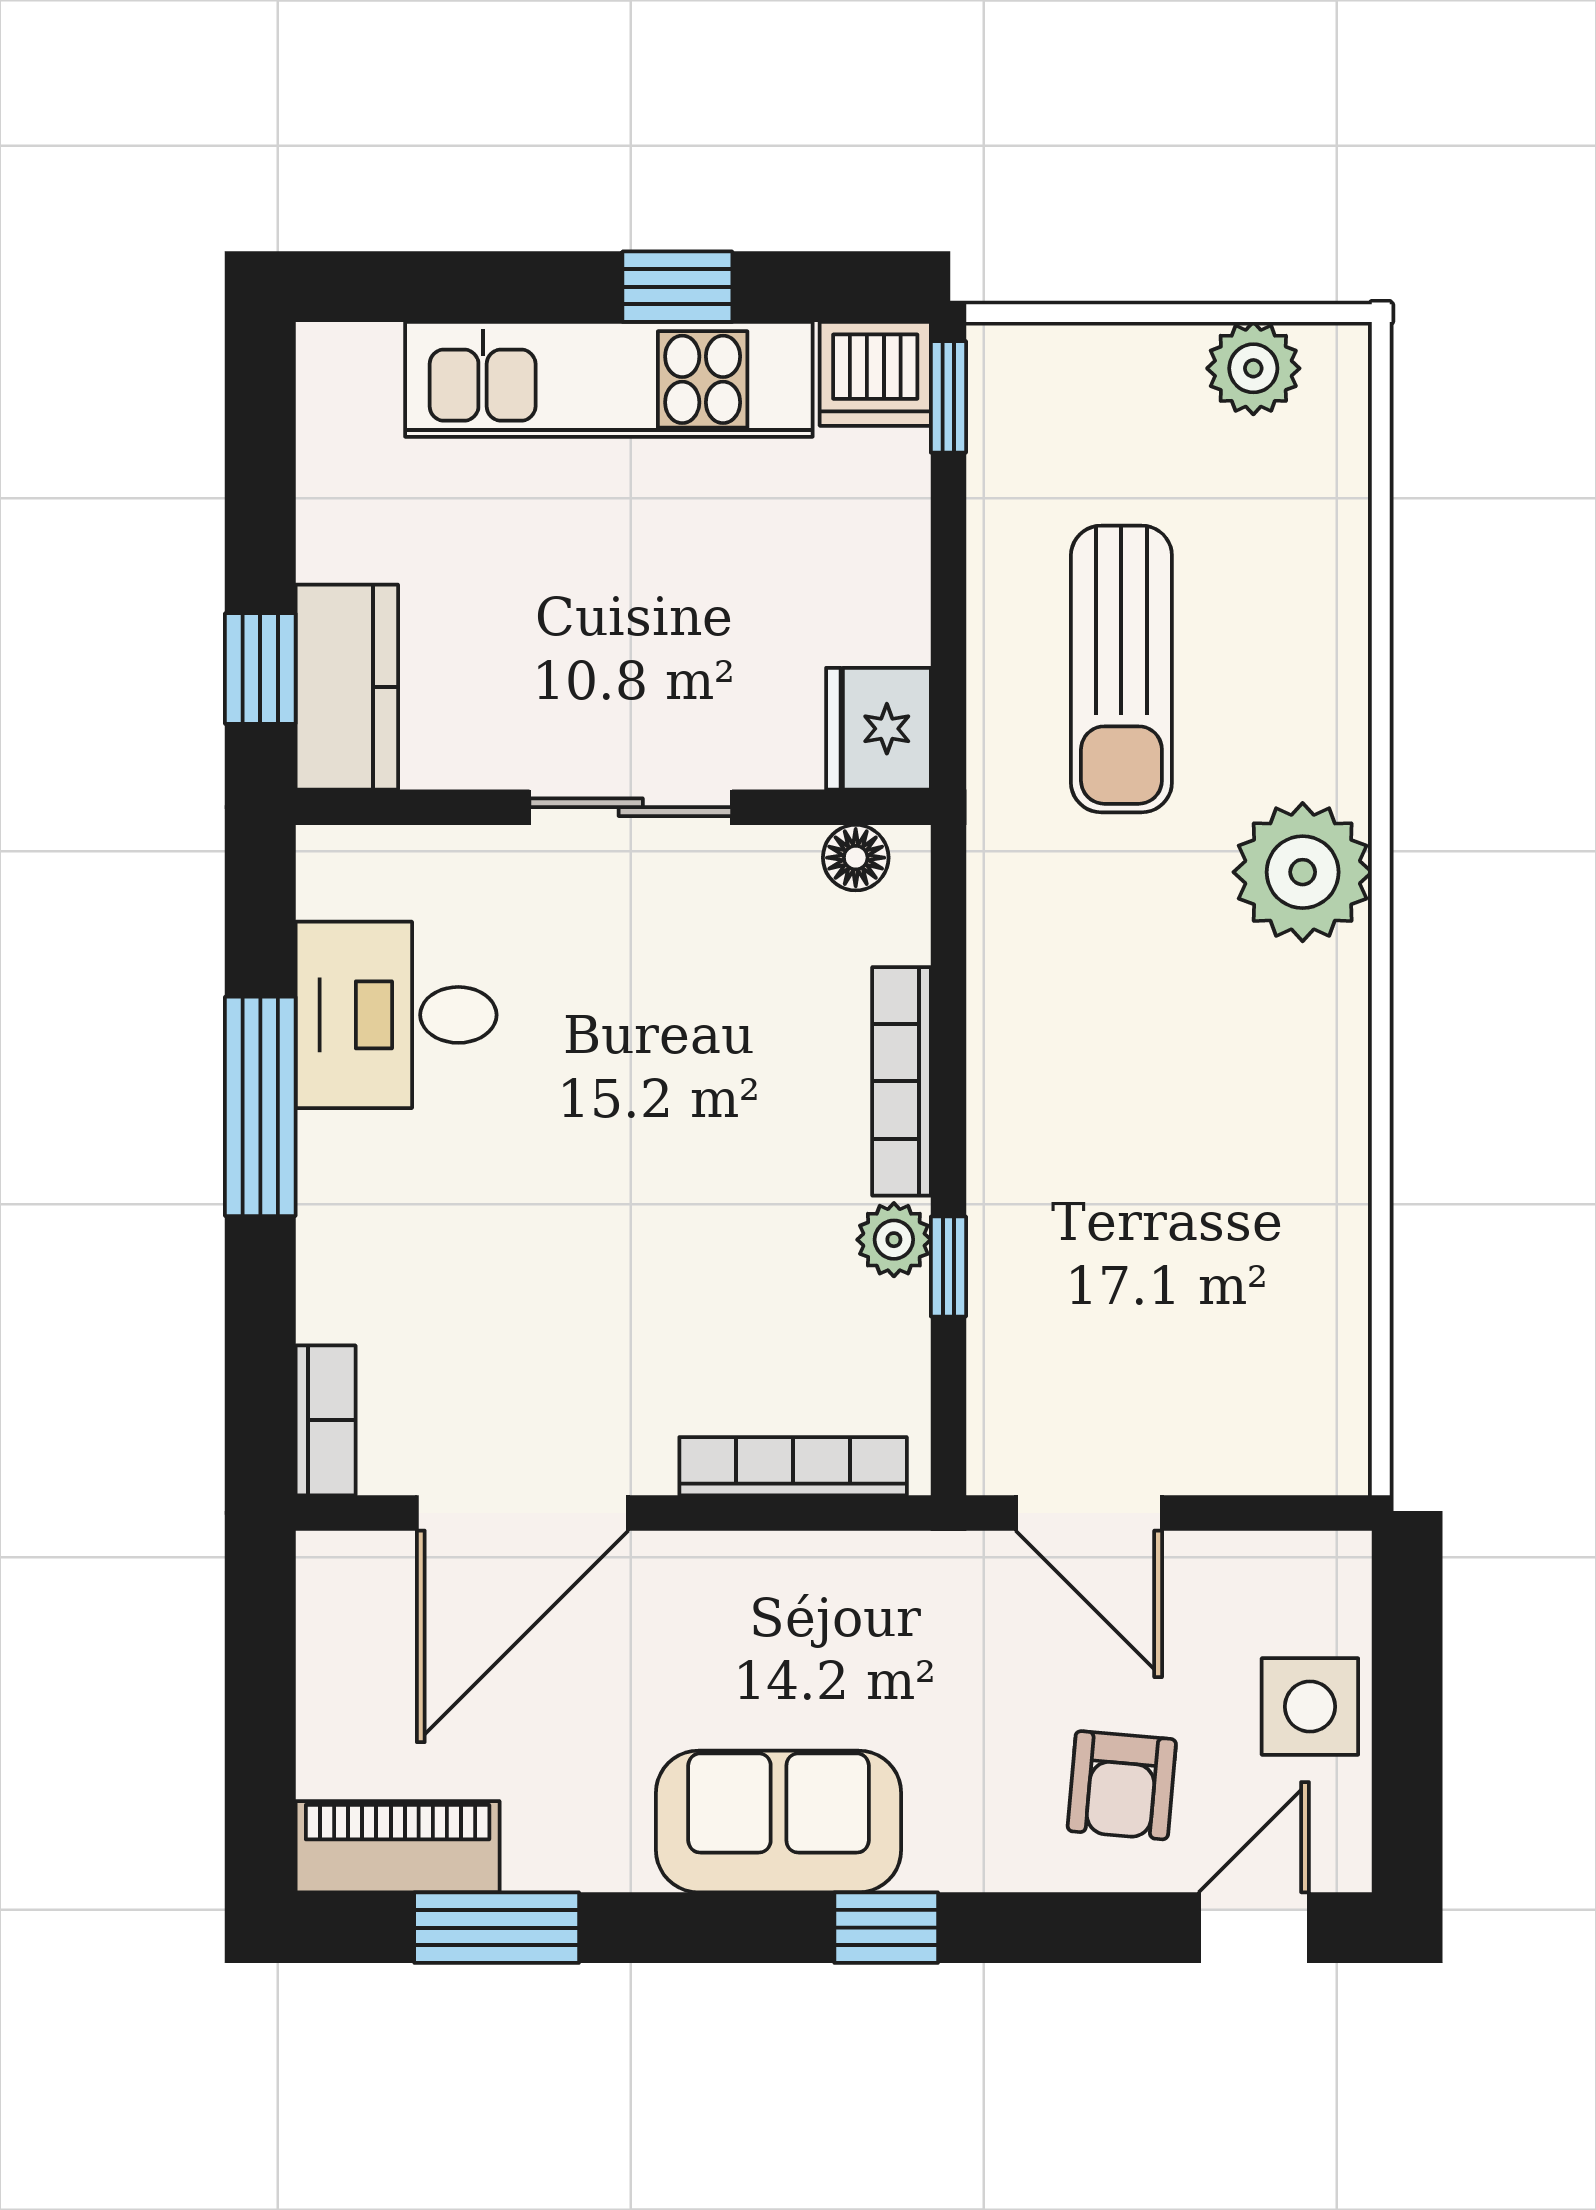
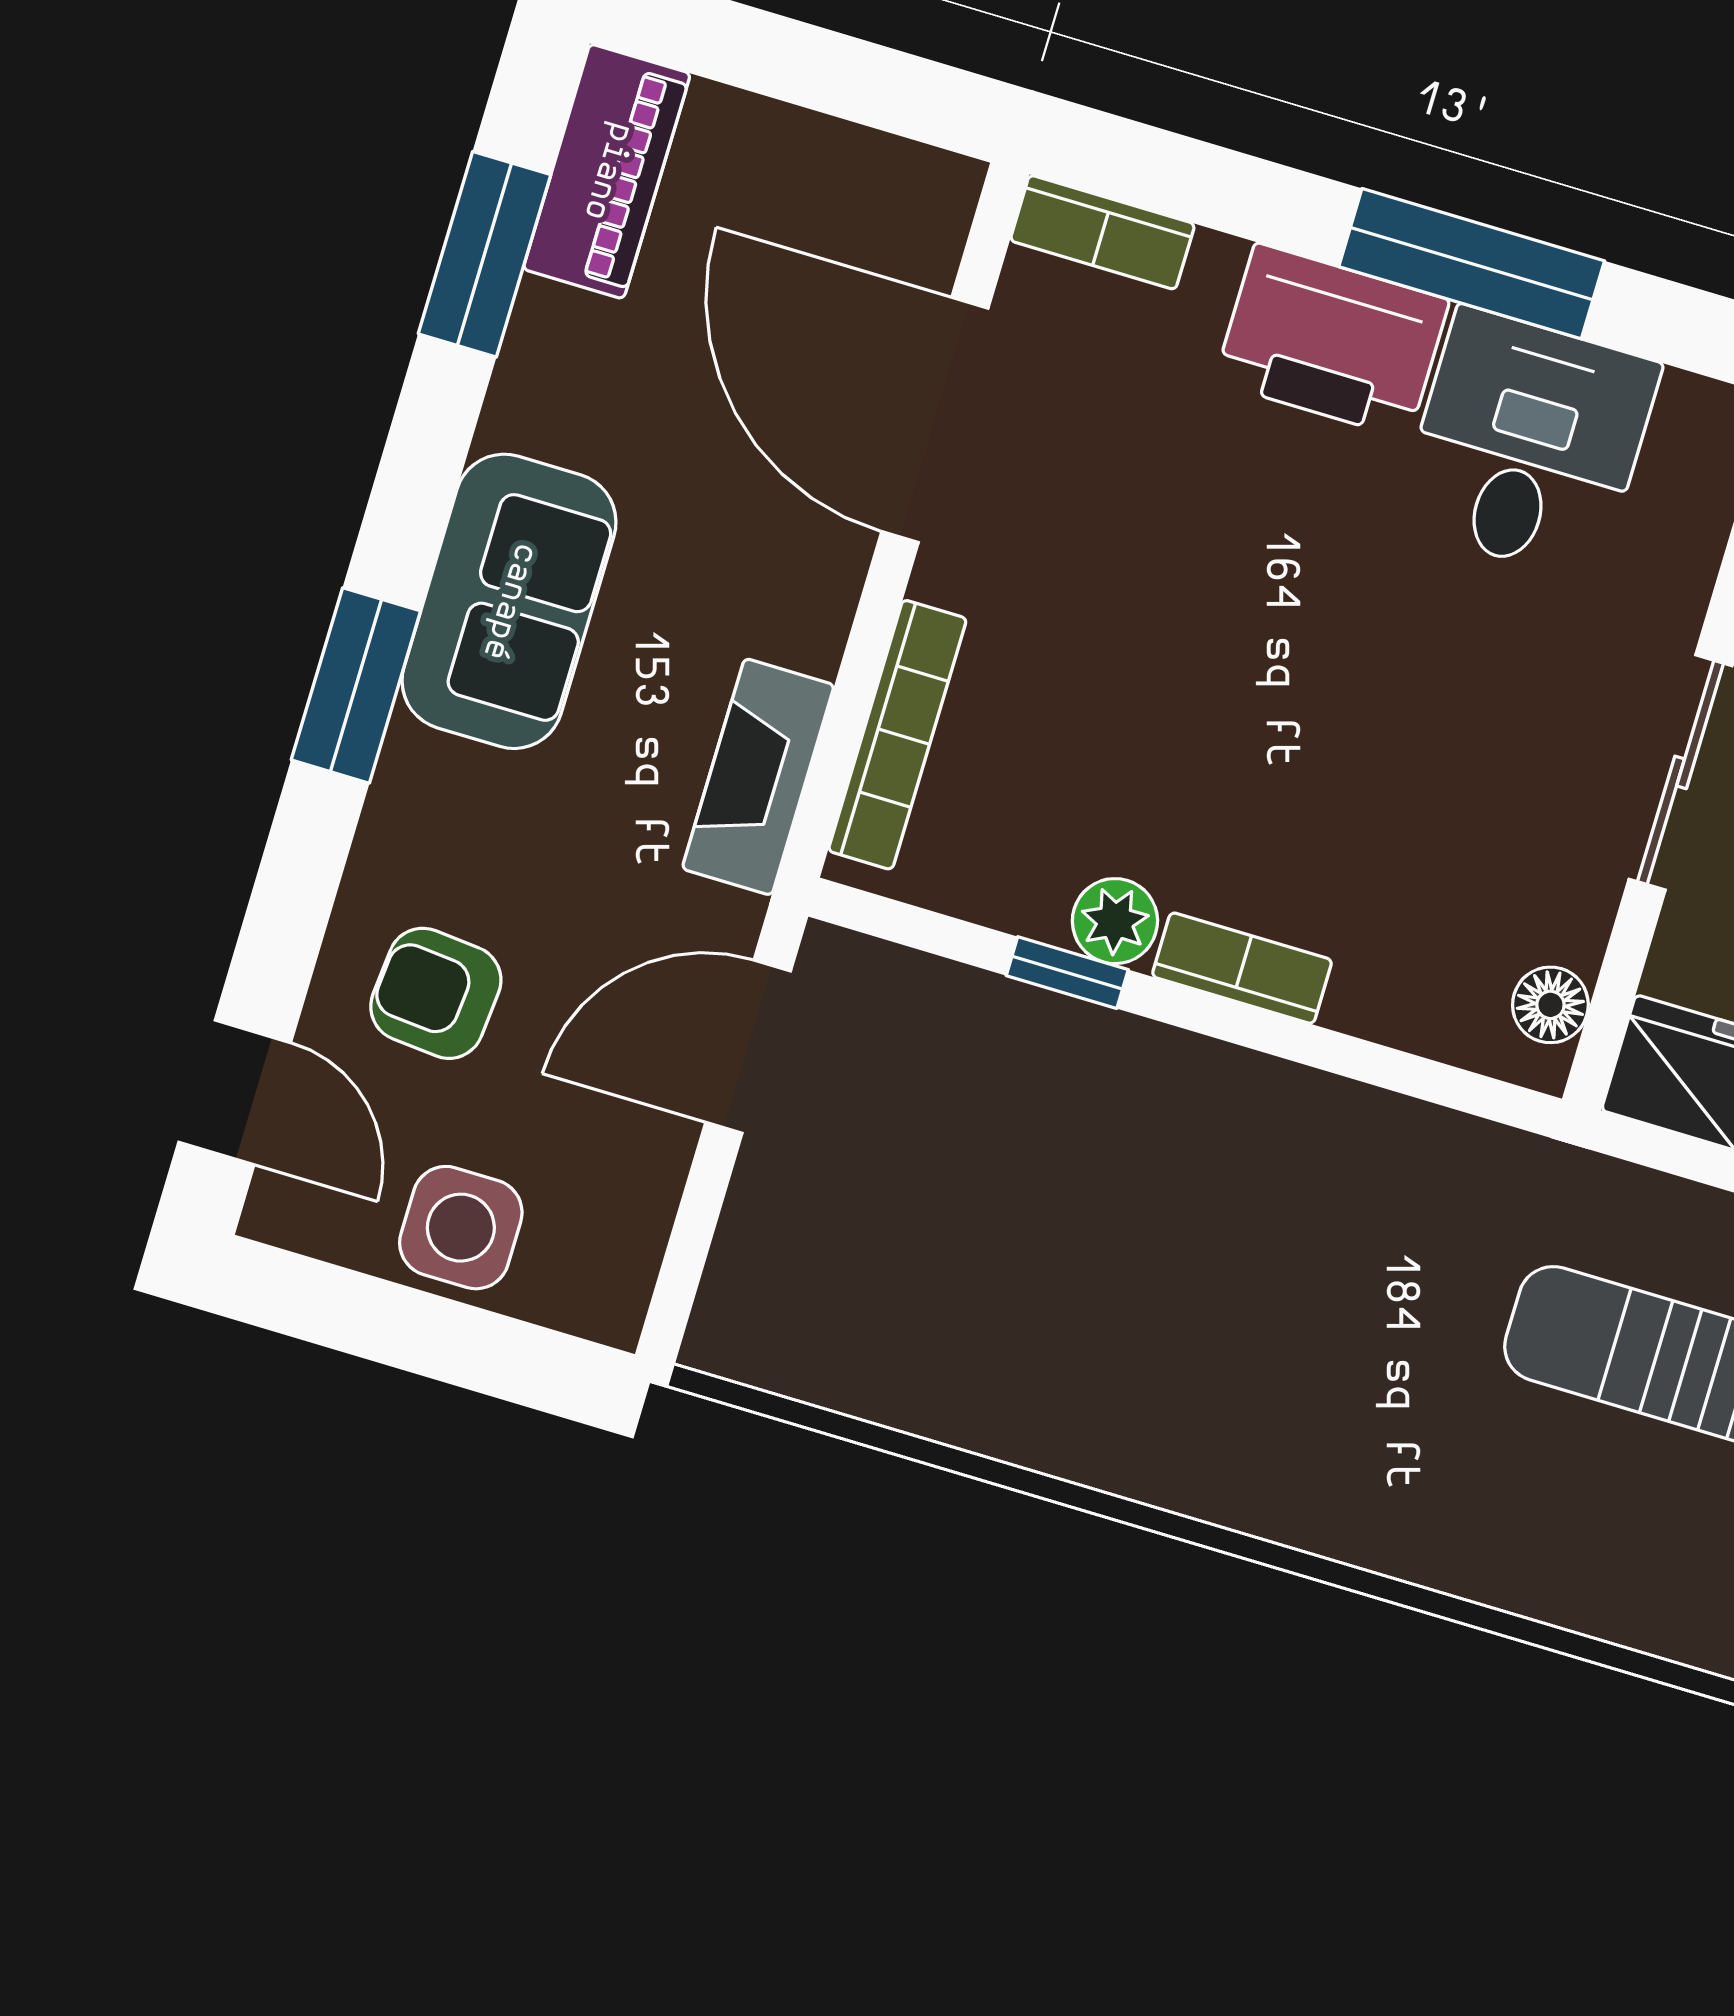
plant: (1303, 872) -> (1387, 1495), removed
bookcase: (902, 1081) -> (1242, 968), width x0.64
printer: (359, 1203) -> (1332, 341), added
fireplace: (862, 1571) -> (758, 777), added
window: (886, 1928) -> (356, 685), width x1.50

